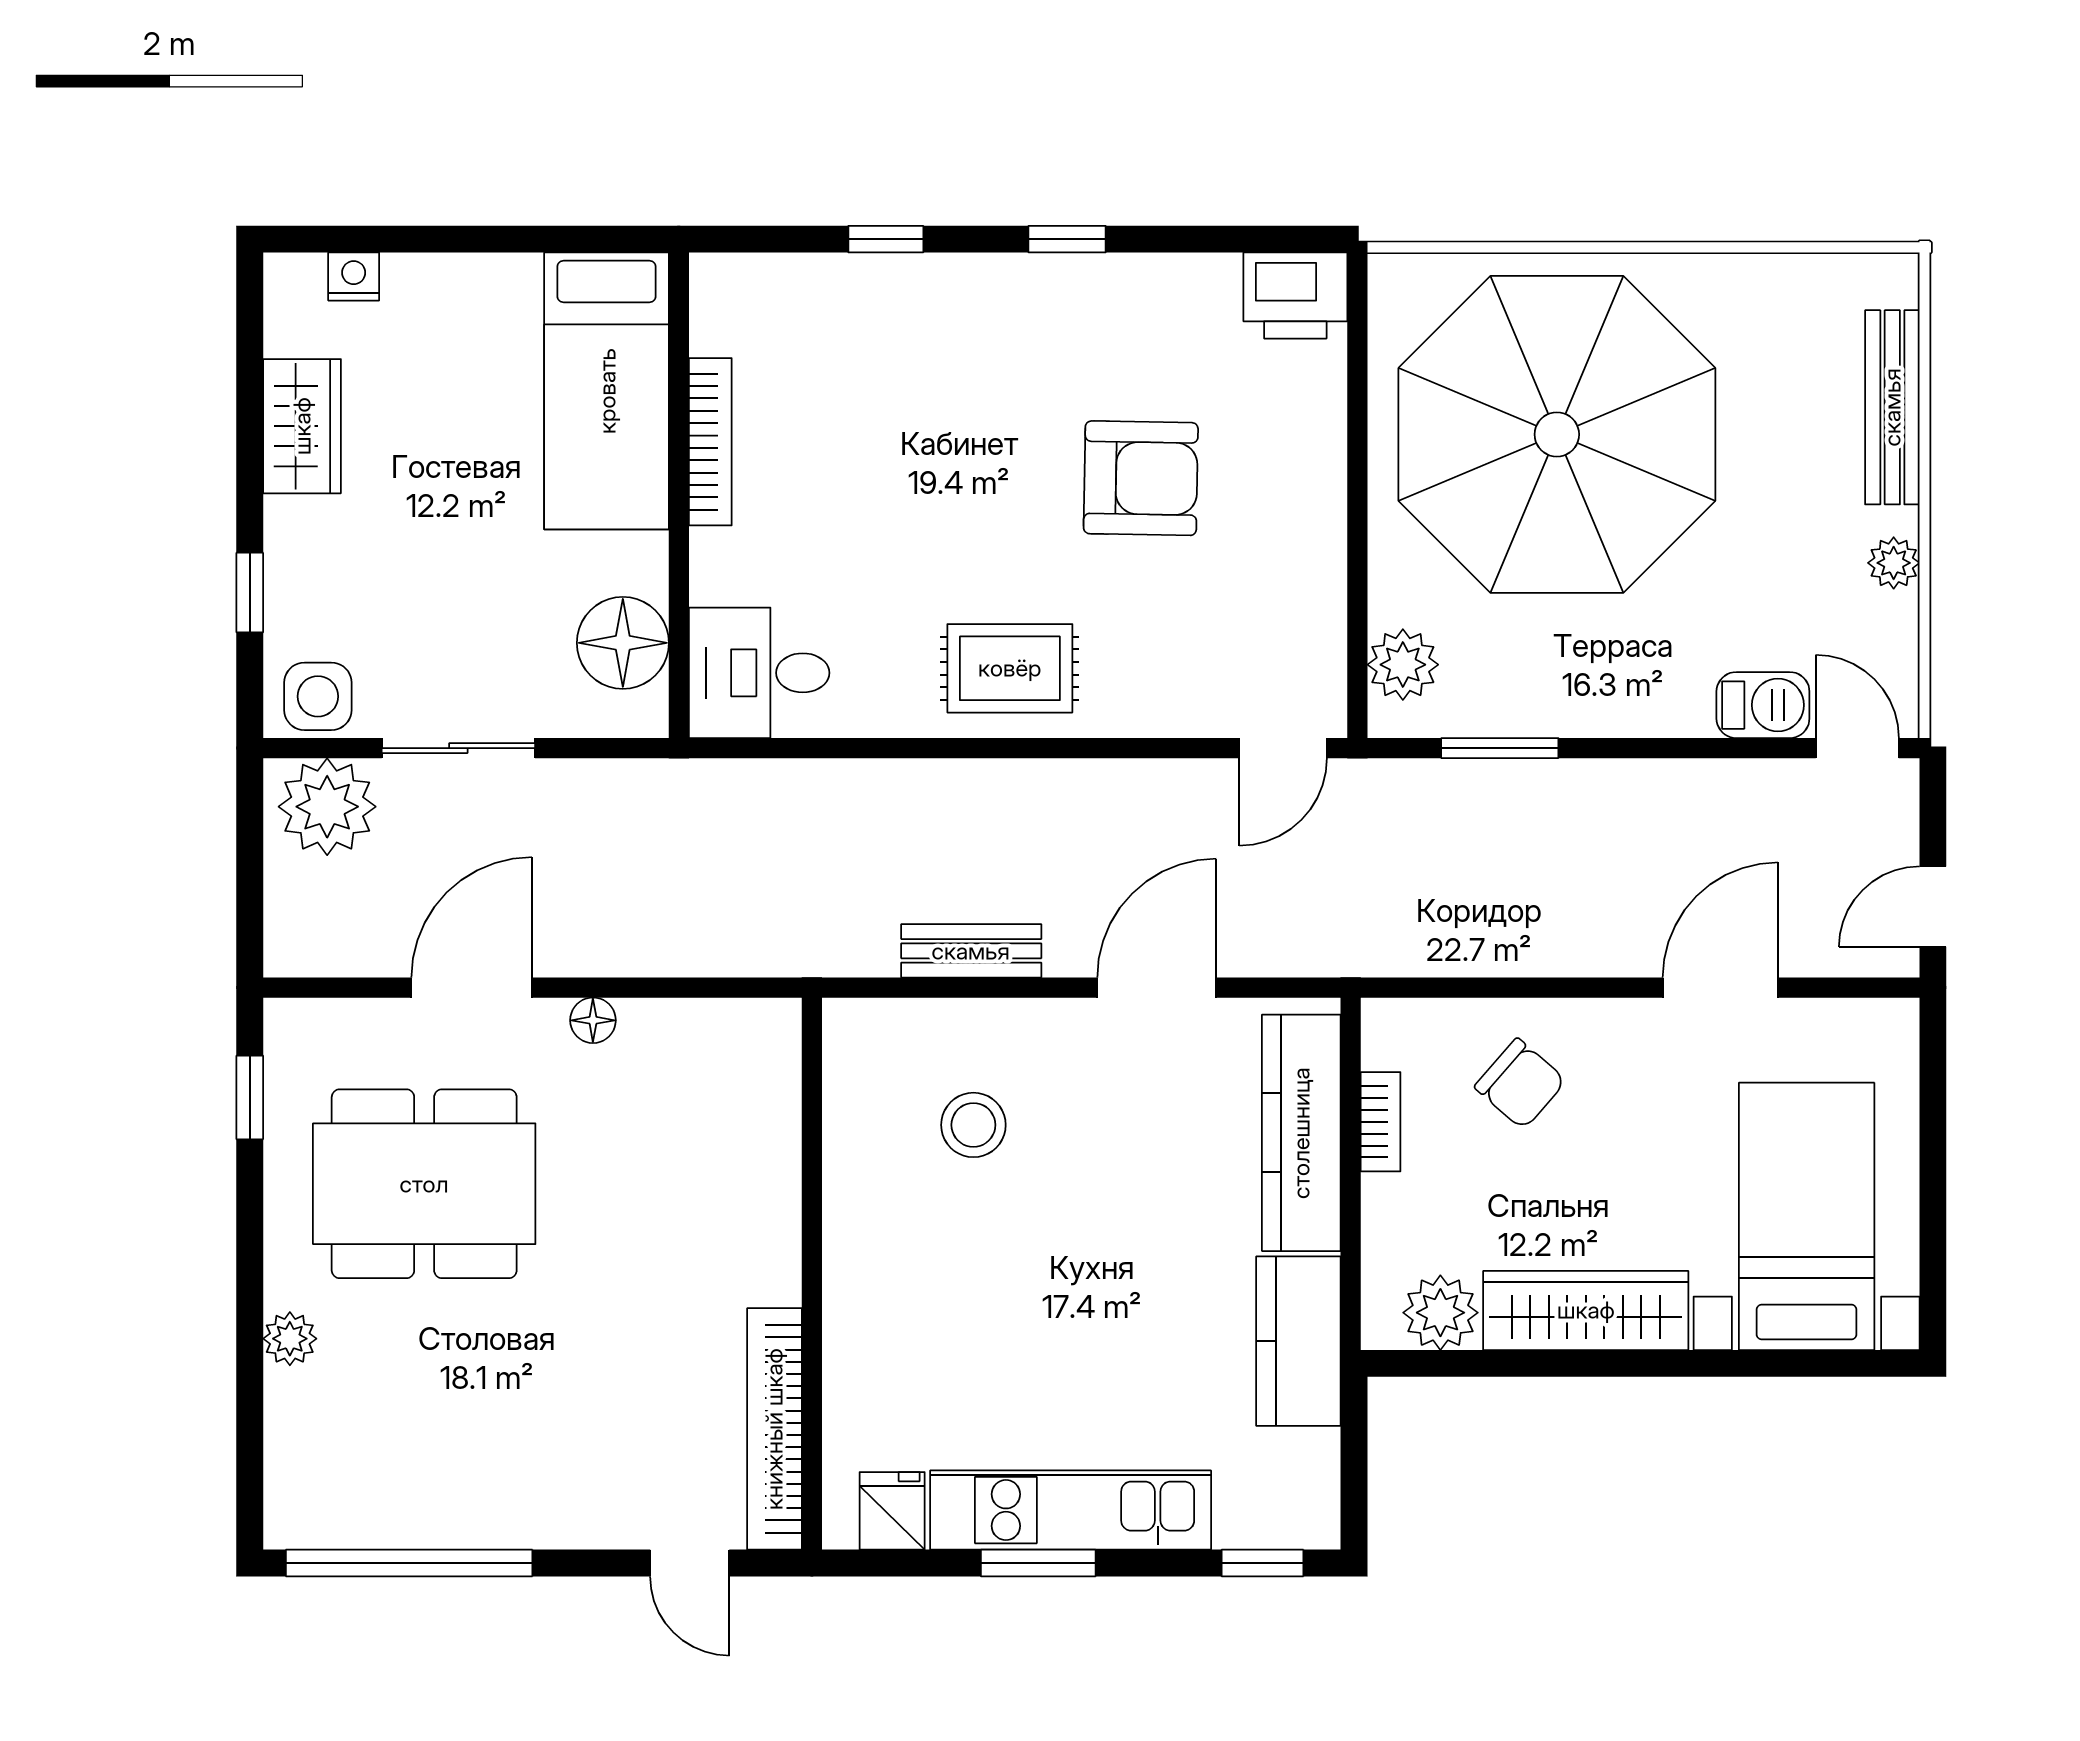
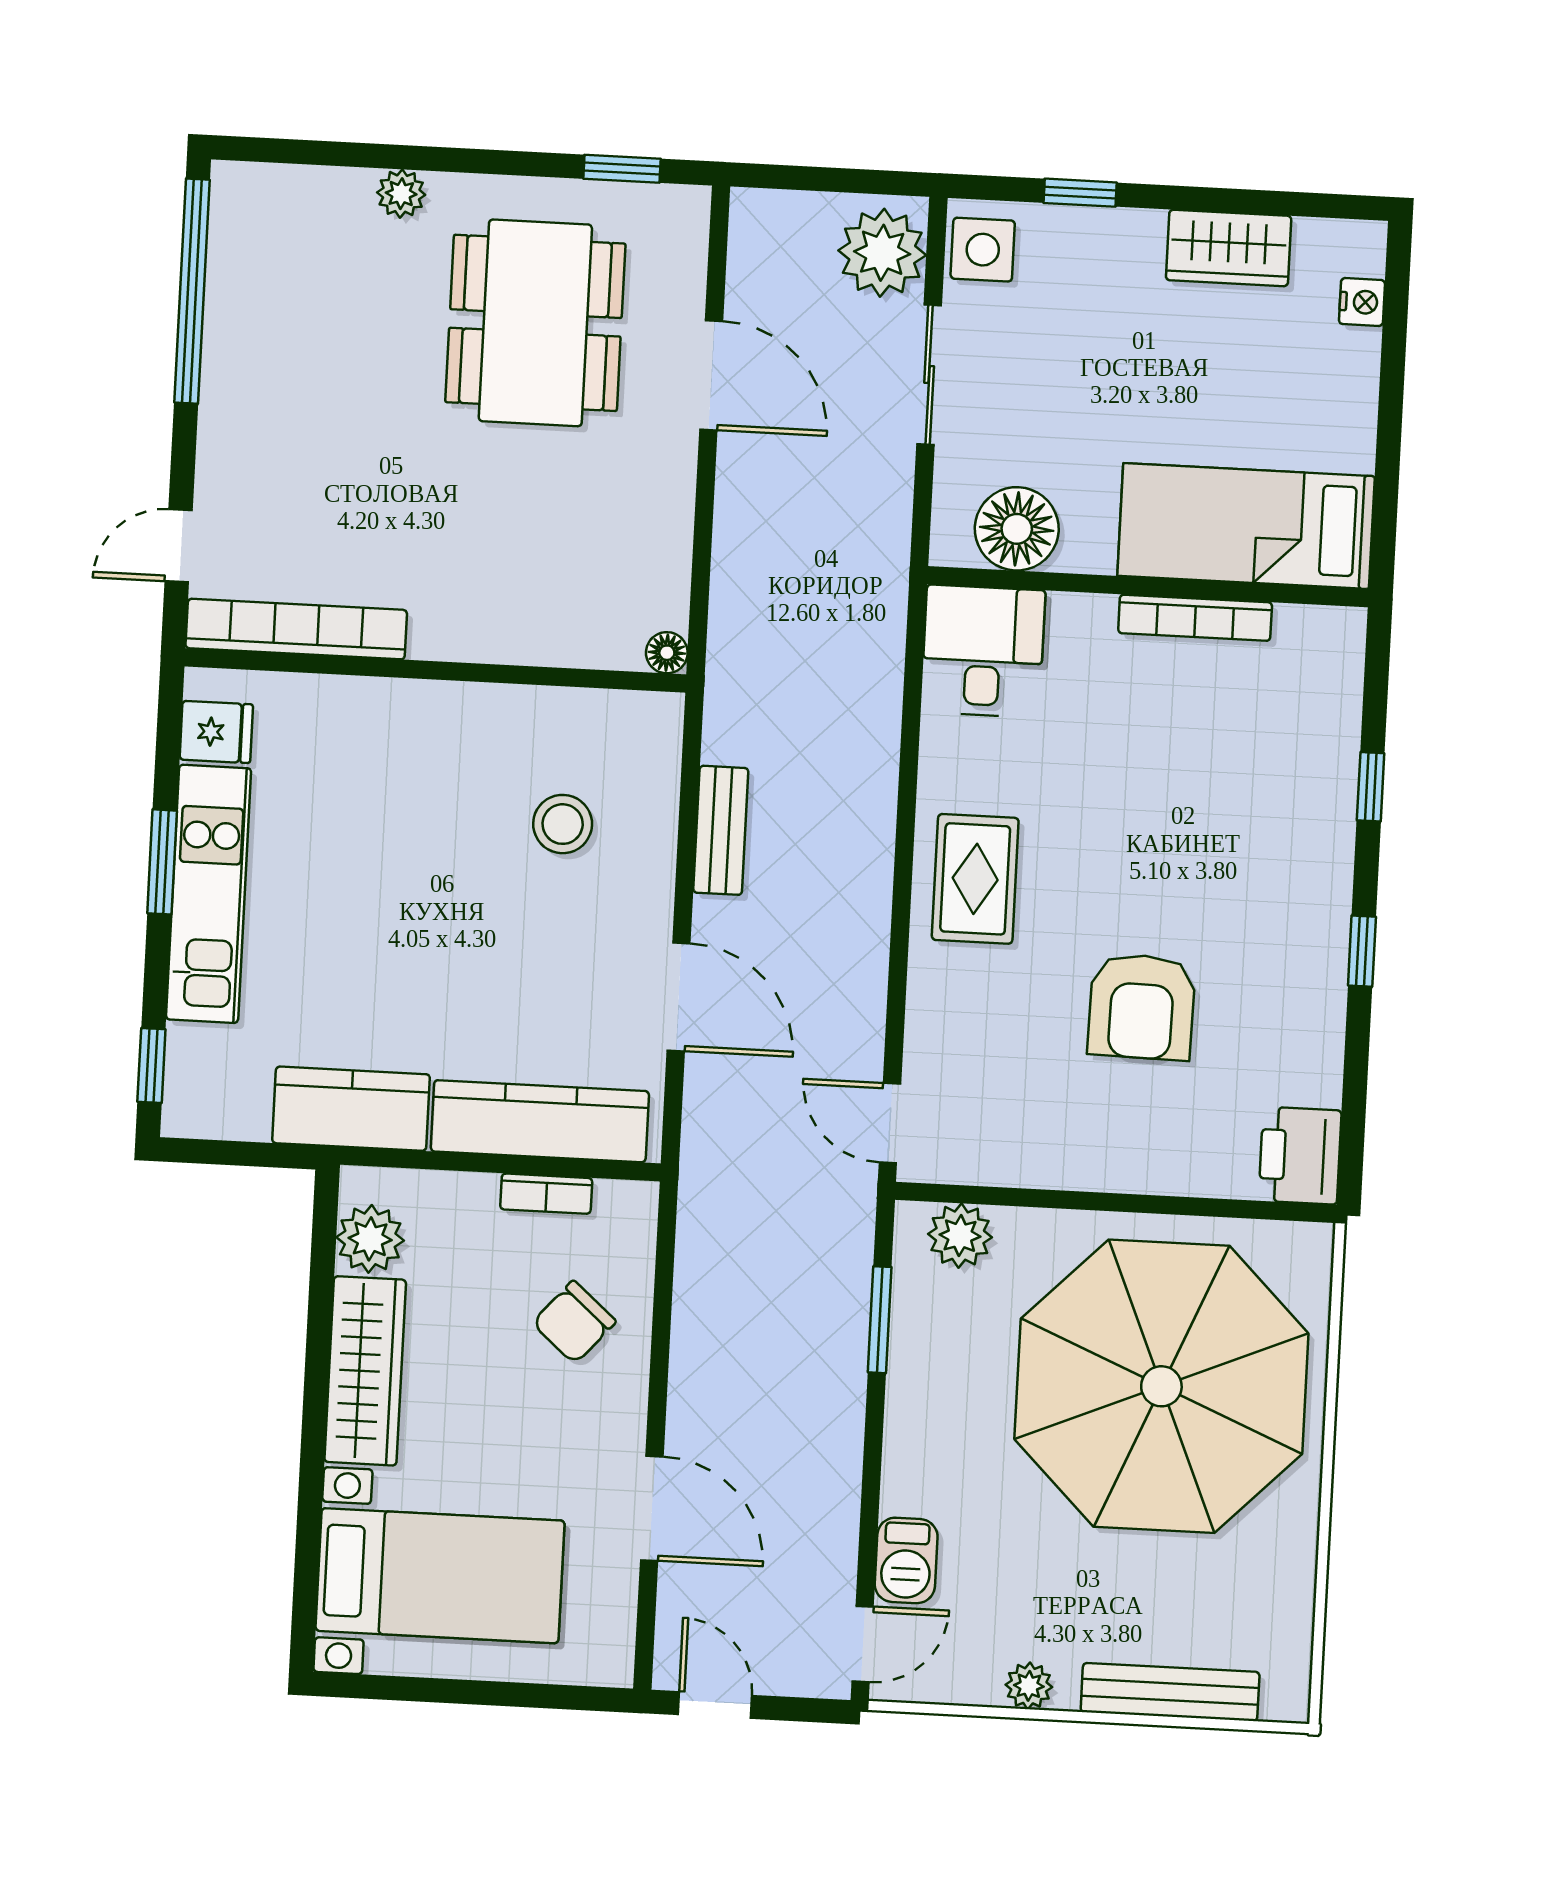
floor lamp: (593, 1020) -> (667, 653), moved

